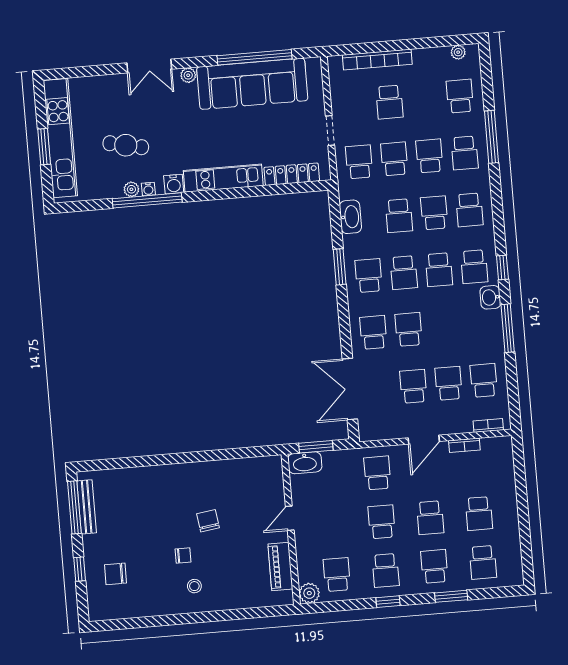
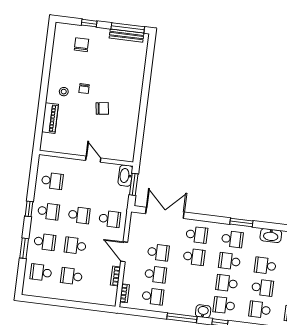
piano: (280, 567) -> (50, 118), moved, turned 90
school desk: (386, 570) -> (49, 211), turned 180
plant: (309, 593) -> (44, 161), removed

